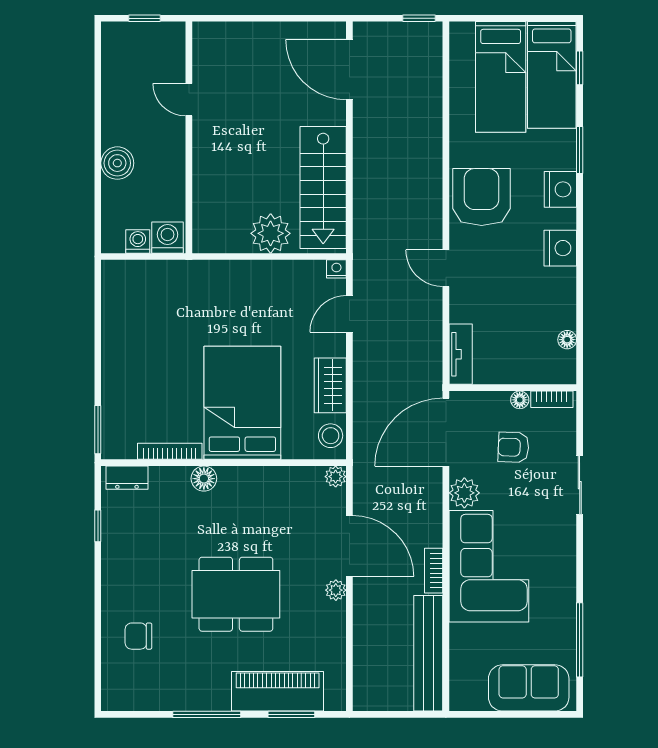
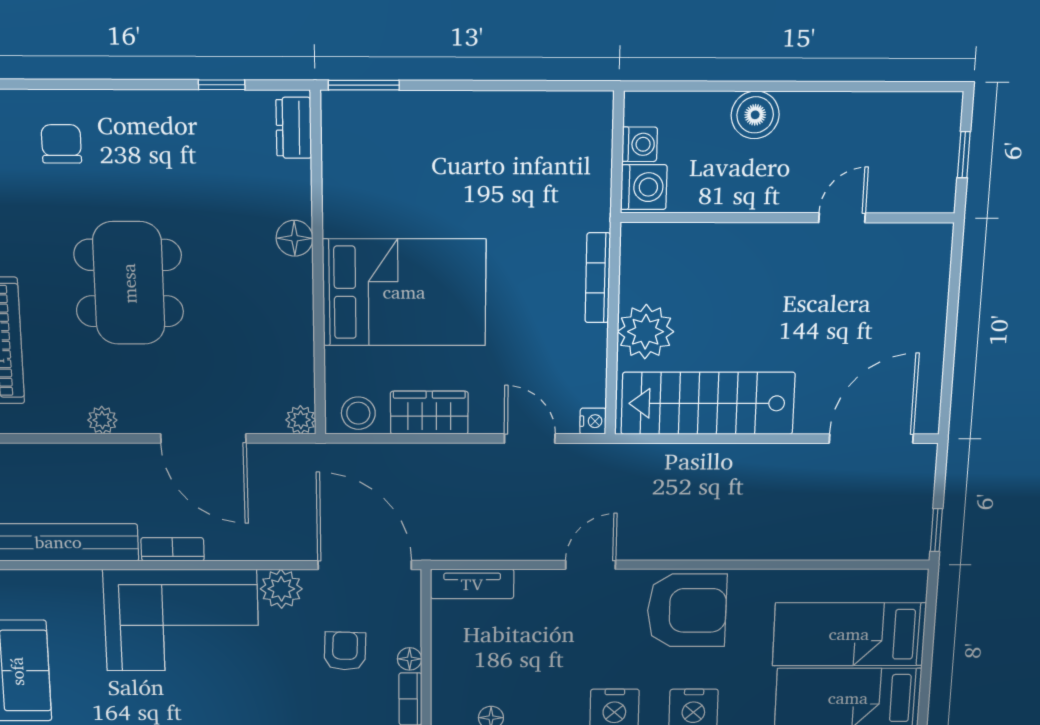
bookcase: (170, 451) -> (598, 278), moved, turned 180
door: (349, 546) -> (203, 438), hinge flipped
plant: (336, 590) -> (102, 420), moved

